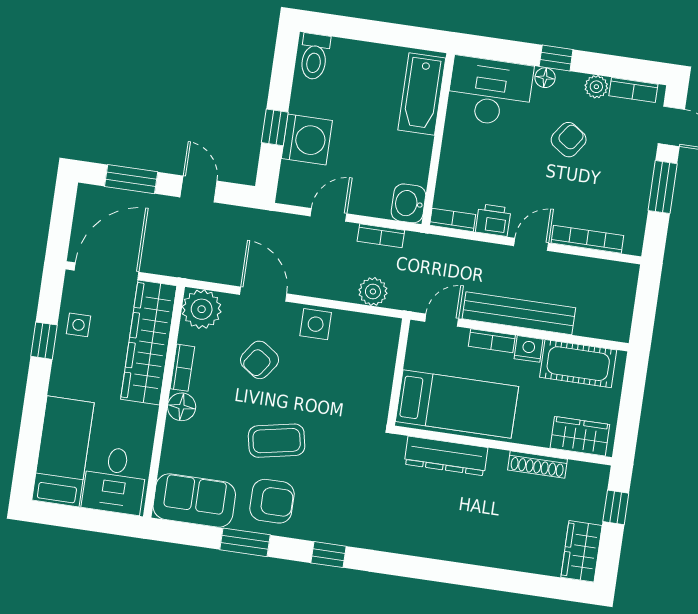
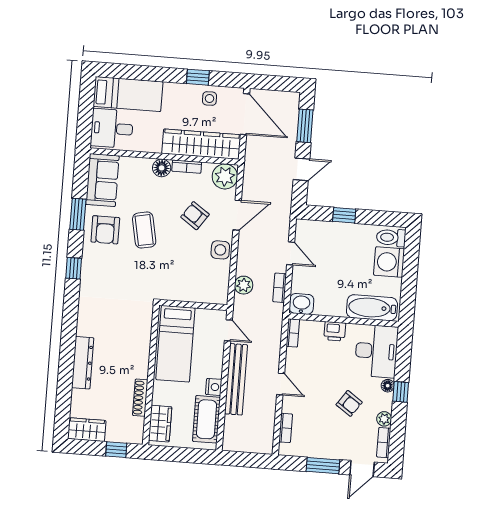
washing machine: (307, 140) -> (389, 262), moved, turned 90
printer: (493, 220) -> (335, 331), moved, turned 90
bookcase: (587, 239) -> (286, 428), width x0.64
bookcase: (492, 341) -> (217, 363), removed
dresser: (446, 456) -> (83, 363), moved, turned 180

